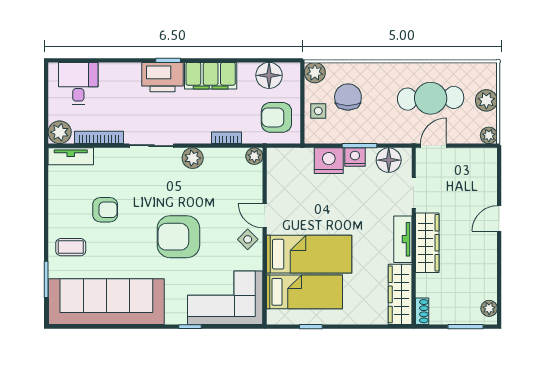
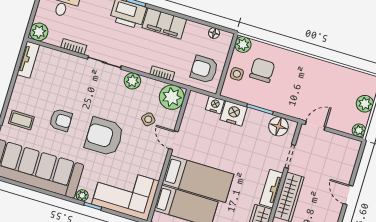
floor lamp: (269, 75) -> (214, 33), width x0.53, depth x0.53
cafe table: (431, 98) -> (324, 90), removed
bookcase: (99, 137) -> (74, 47), width x0.64
tv unit: (71, 156) -> (28, 60), moved, turned -90
plant: (254, 156) -> (172, 97), width x1.88, depth x1.88
nightstand: (355, 157) -> (215, 105), moved
armchair: (105, 210) -> (61, 120), moved
door: (499, 219) -> (348, 195), hinge flipped
side table: (248, 239) -> (148, 119), moved
plant: (173, 317) -> (82, 195), added

